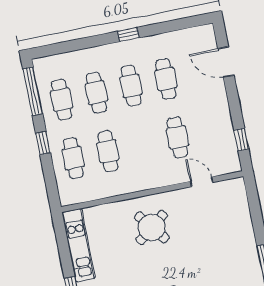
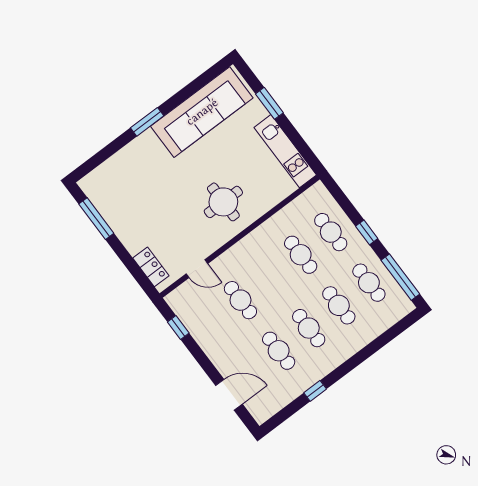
window: (128, 35) -> (315, 391), moved
locker: (240, 202) -> (151, 267), added
round table: (152, 227) -> (223, 202), turned 38

